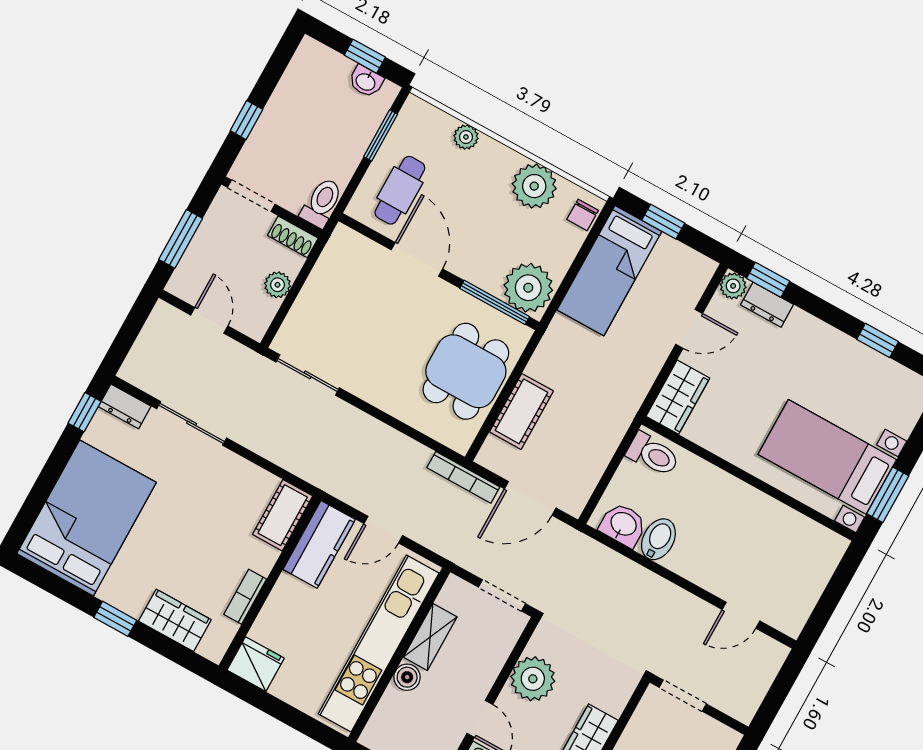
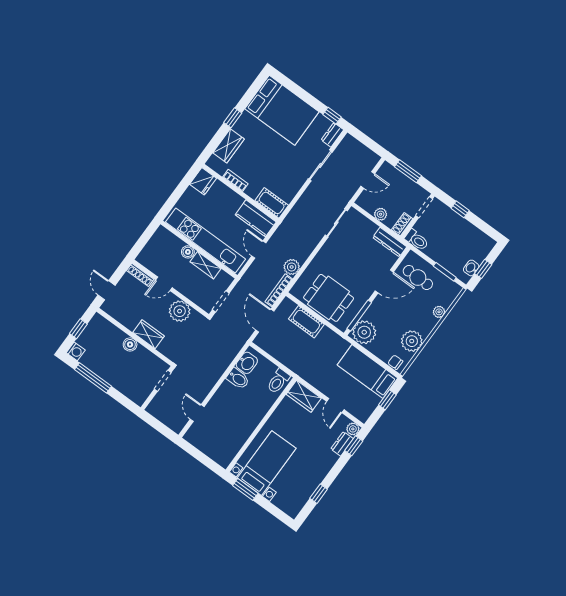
dresser: (333, 258) -> (390, 242), added
plant: (411, 457) -> (292, 267), added

